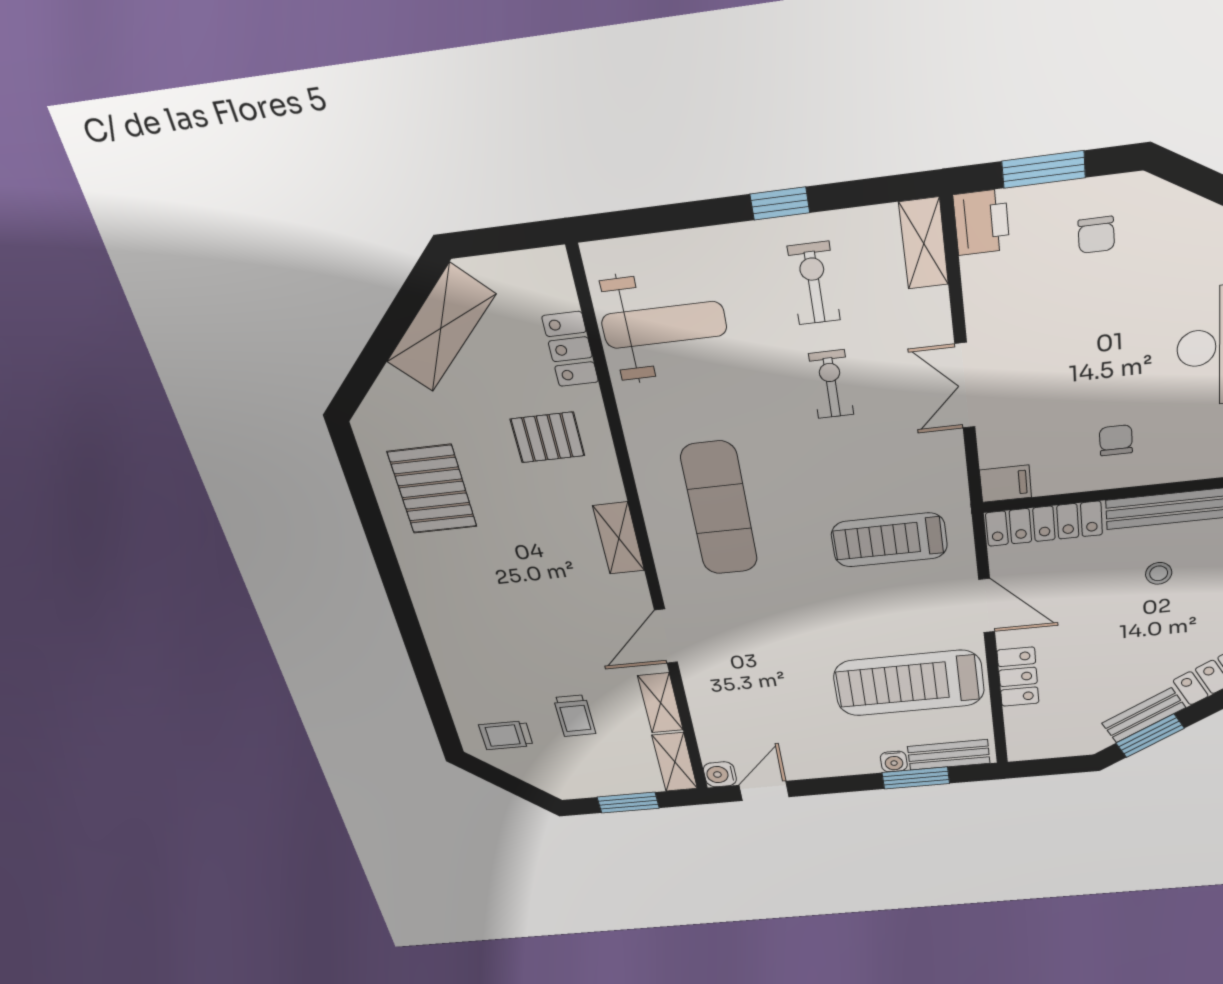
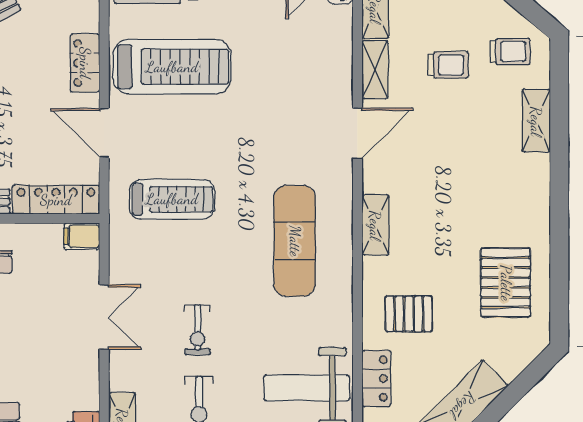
shelving: (453, 670) -> (536, 121), added
trolley: (575, 716) -> (448, 65), turned 90

